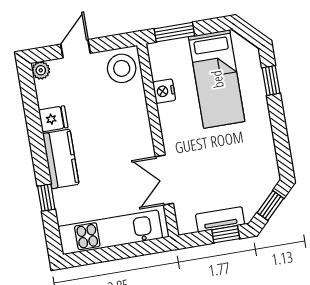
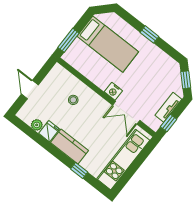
stool: (122, 68) -> (73, 100), moved, width x0.53, depth x0.53
plant: (41, 70) -> (37, 125), moved
window: (271, 81) -> (149, 34), moved
nightstand: (164, 91) -> (113, 91), moved
window: (226, 234) -> (169, 123), moved

